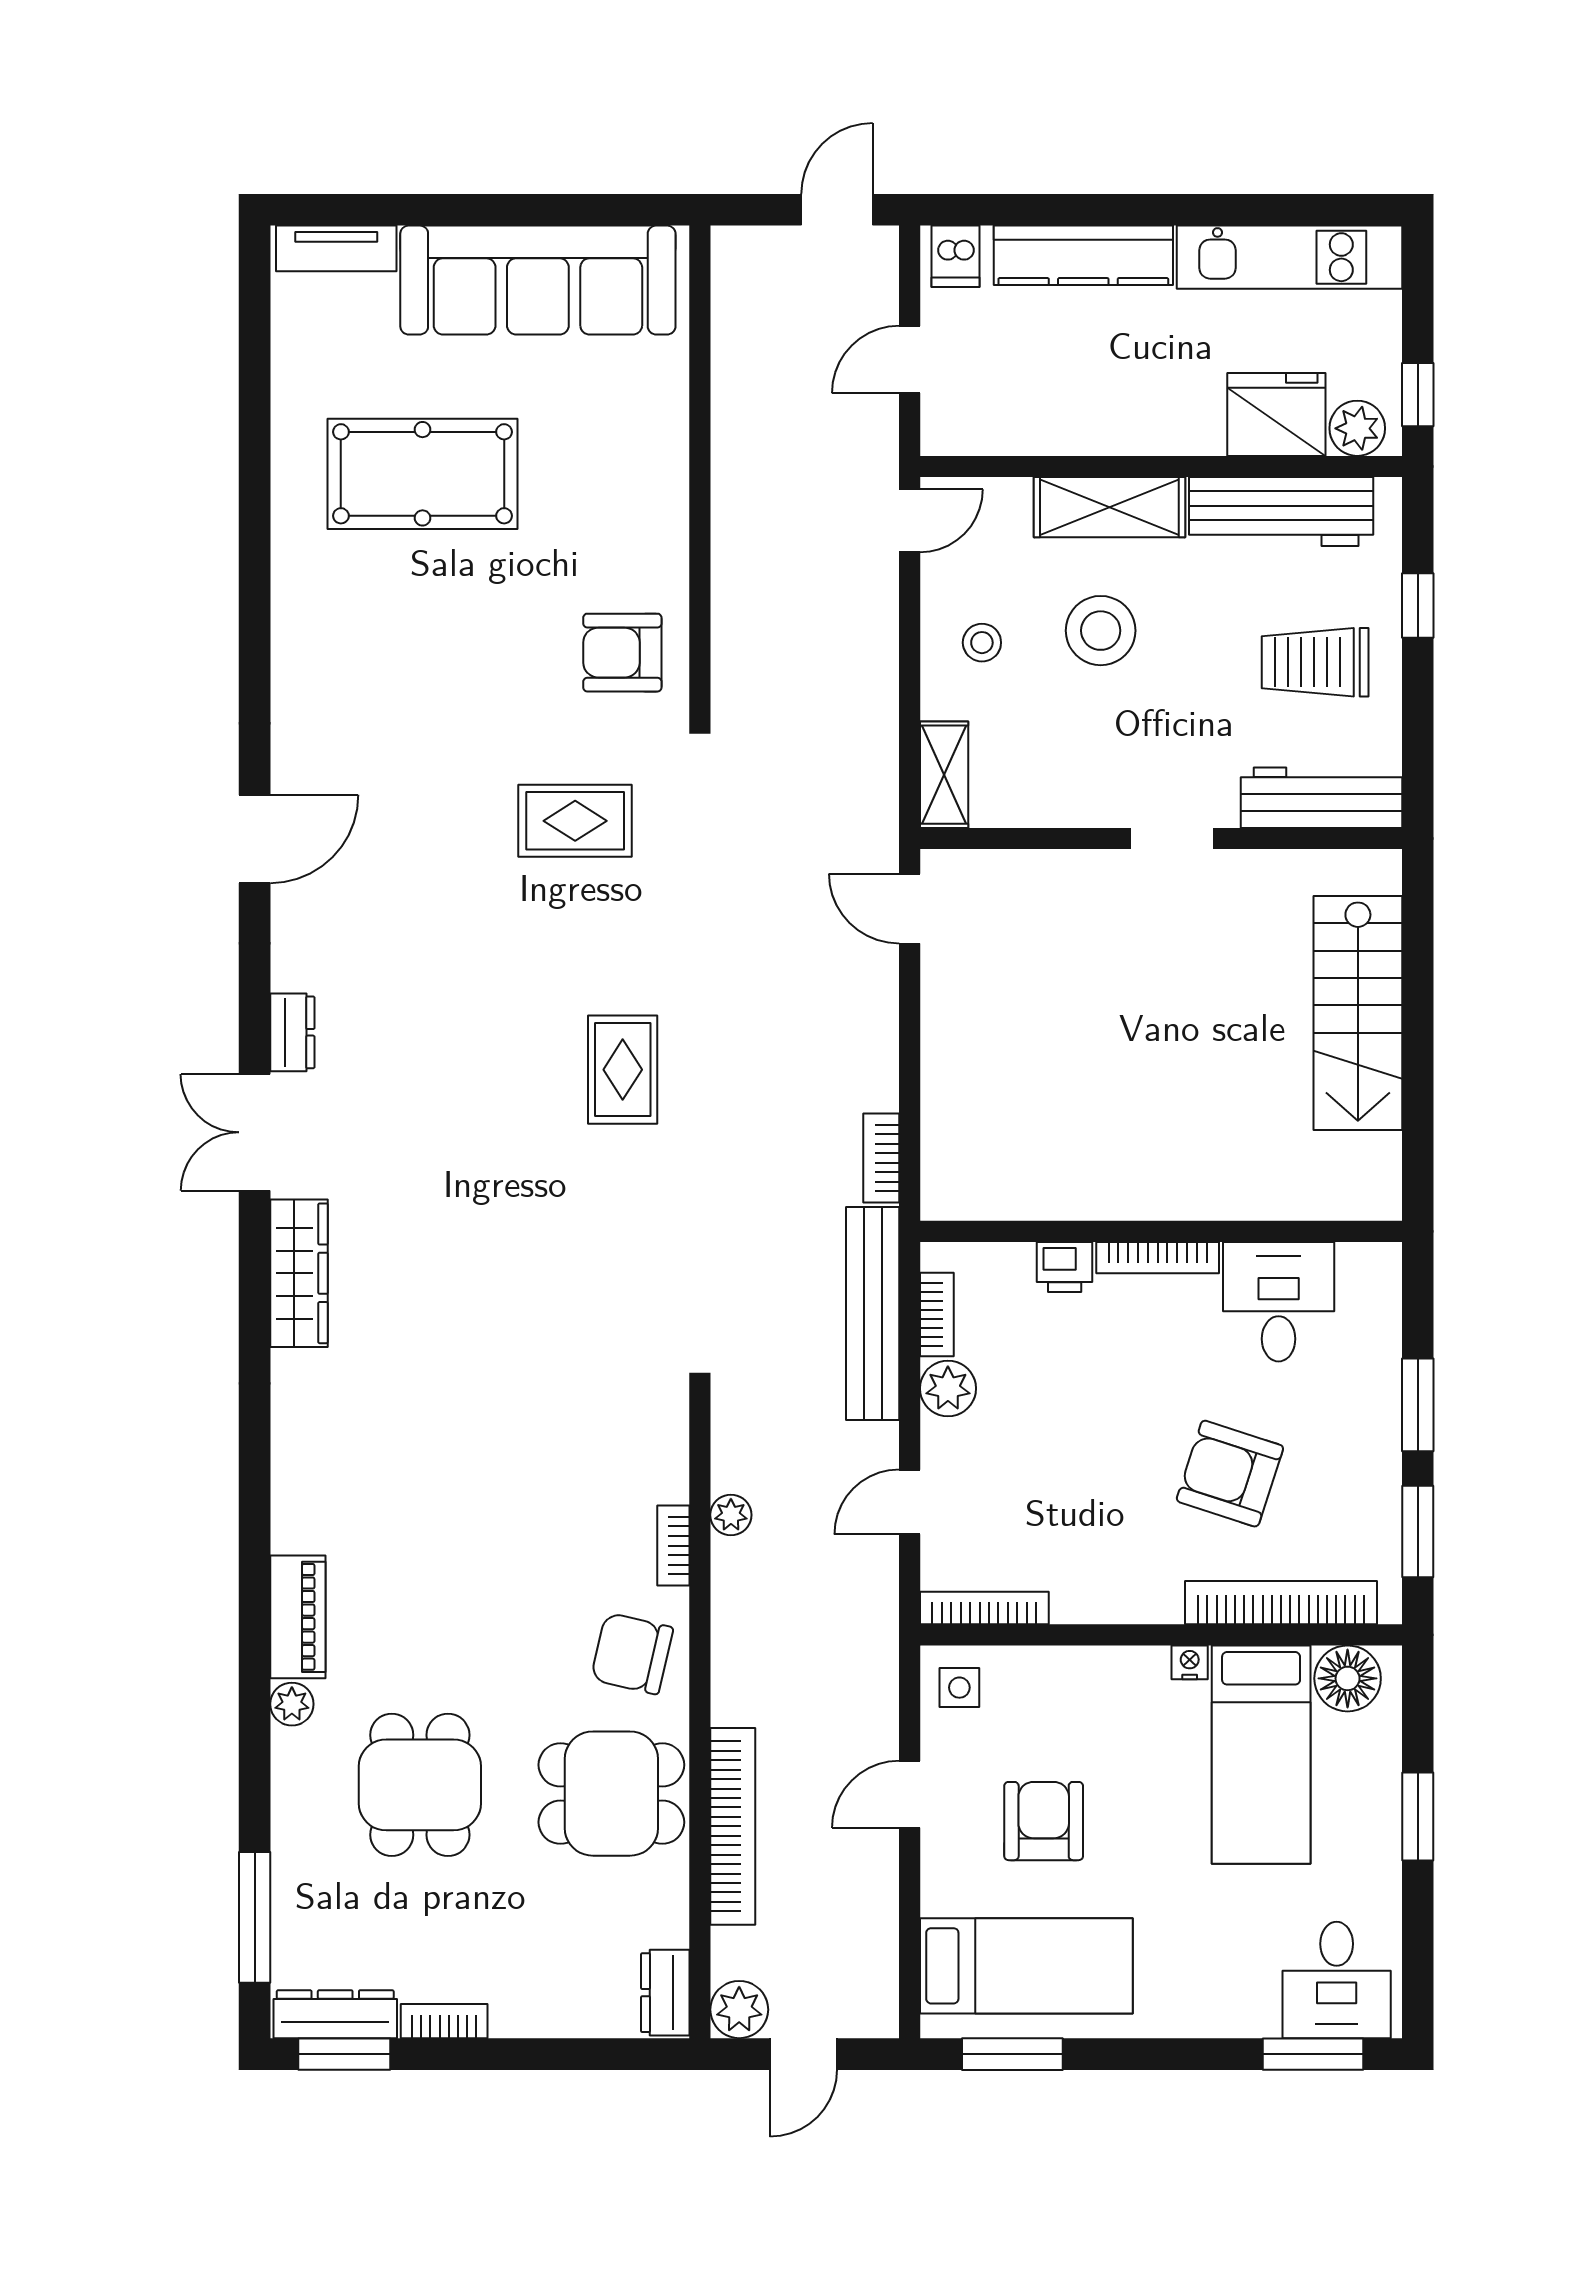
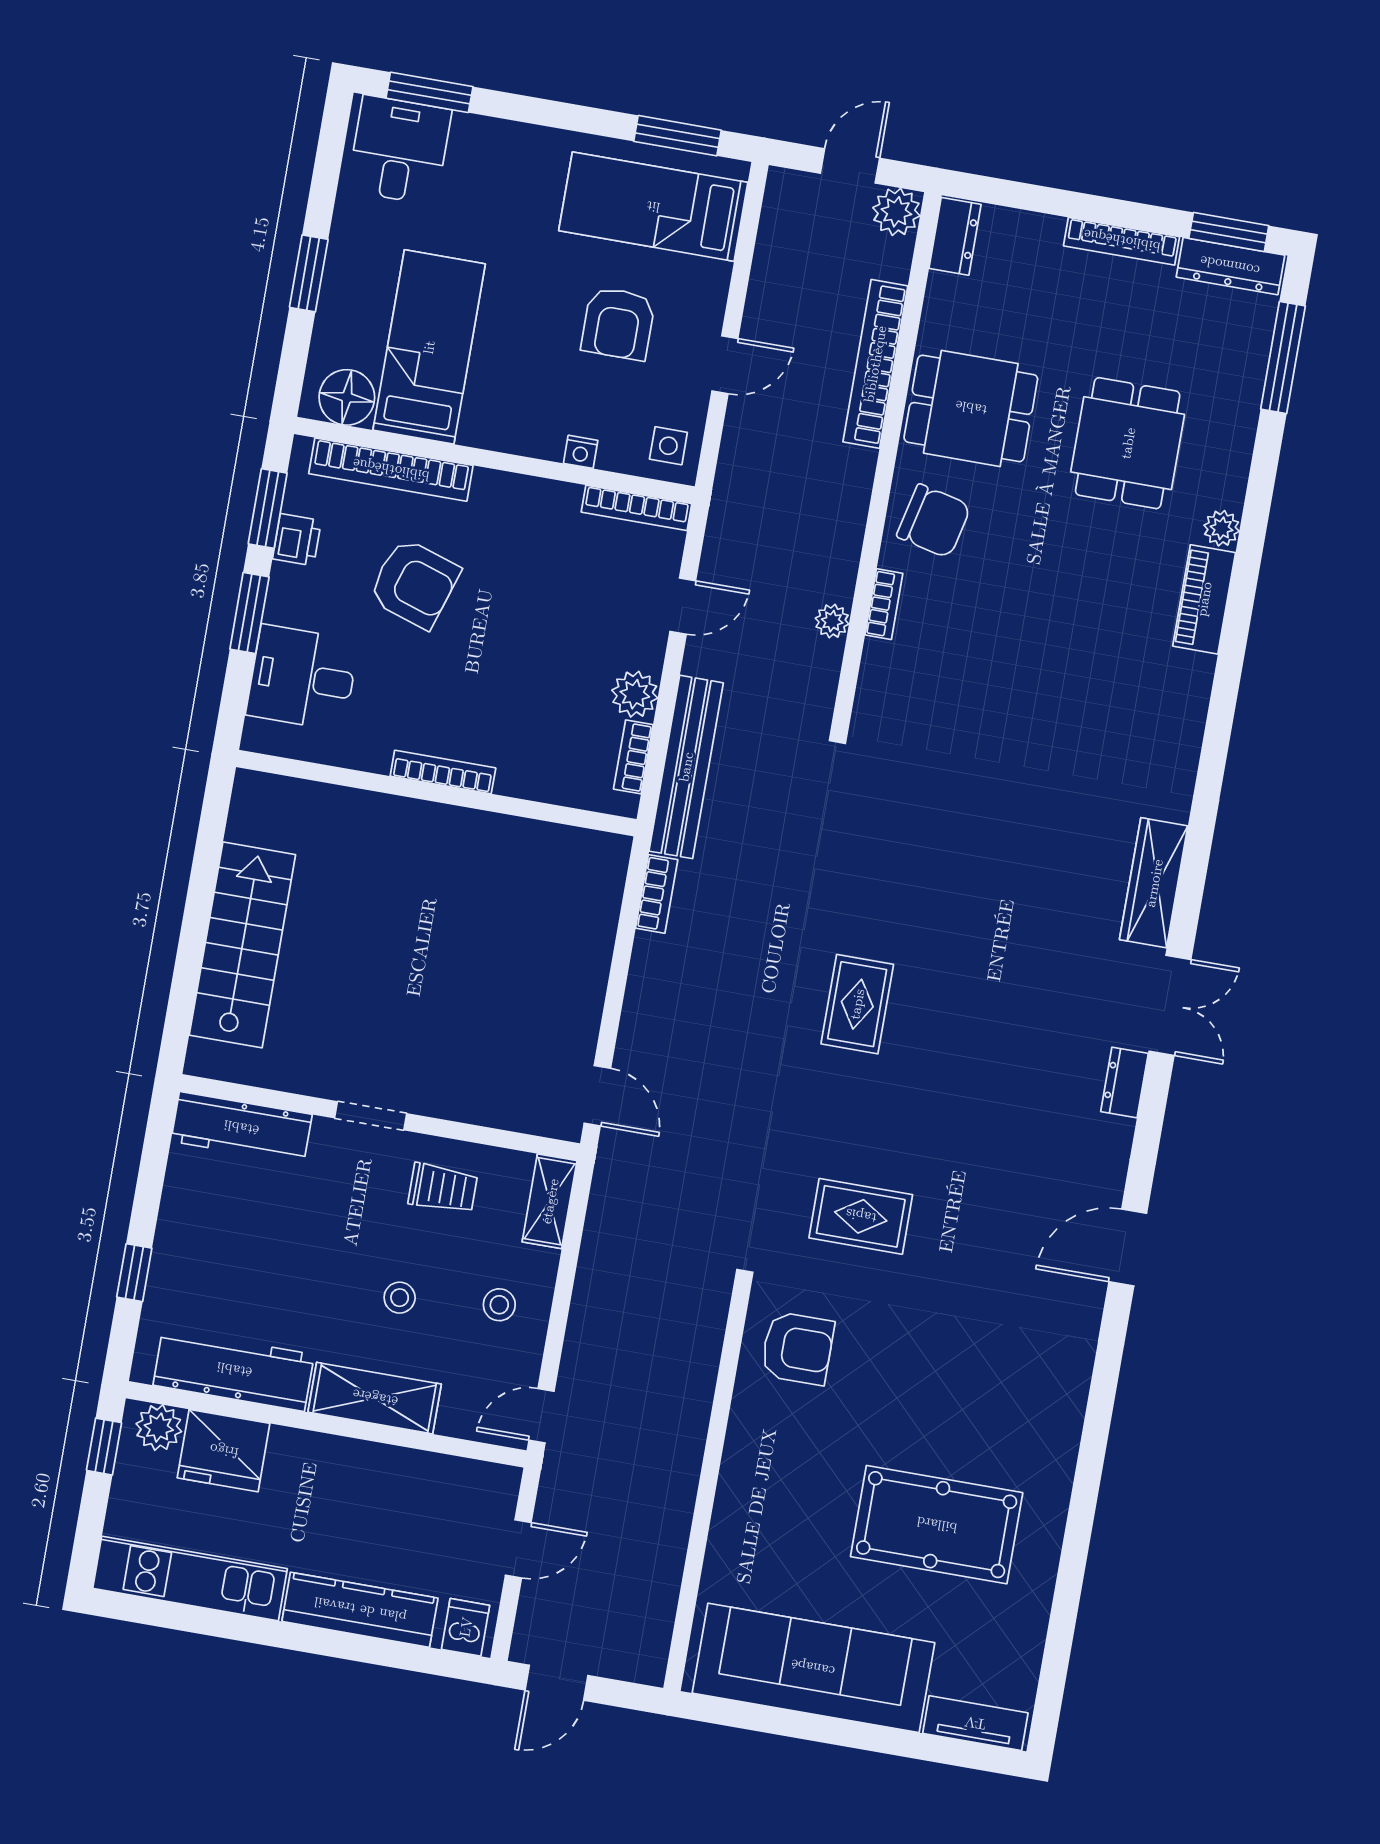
stool: (1101, 631) -> (400, 1298), width x0.53, depth x0.53
trolley: (1315, 662) -> (443, 1188), moved, width x0.73, depth x0.72
printer: (1065, 1267) -> (297, 540), moved, turned 90
desk: (1279, 1302) -> (302, 678), moved, turned 90
nightstand: (1190, 1662) -> (581, 452), moved
bookcase: (444, 2021) -> (1122, 241), width x1.56

